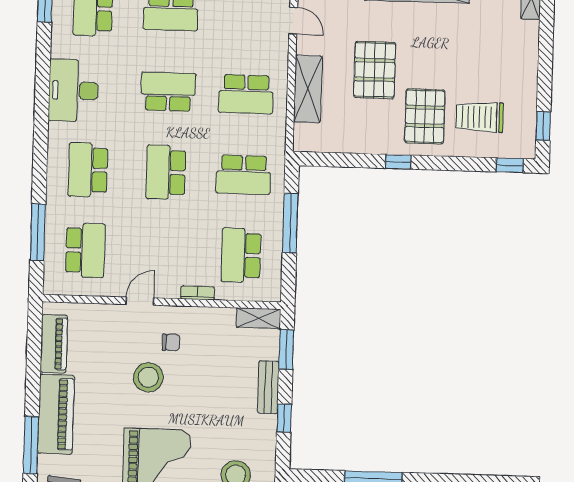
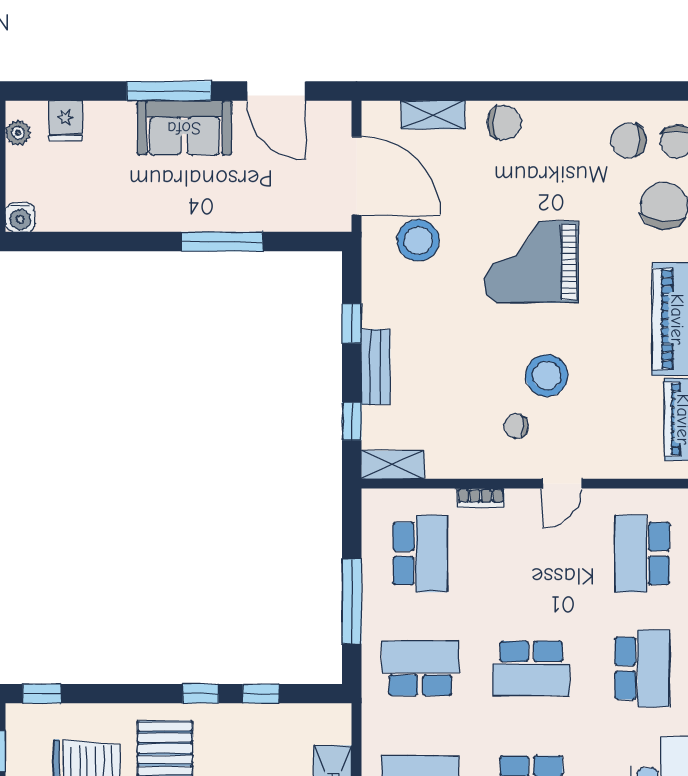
window: (356, 160) -> (261, 694), added
school desk: (166, 172) -> (531, 668), turned 90
window: (286, 350) -> (352, 421), width x0.67

